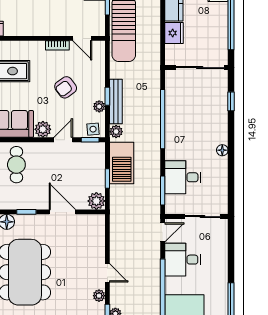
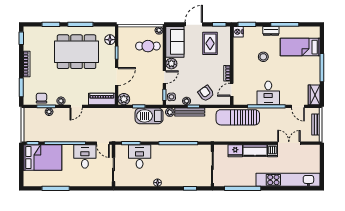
armchair: (66, 87) -> (206, 93), moved
door: (63, 140) -> (164, 77), hinge flipped
piano: (96, 234) -> (102, 99), added

